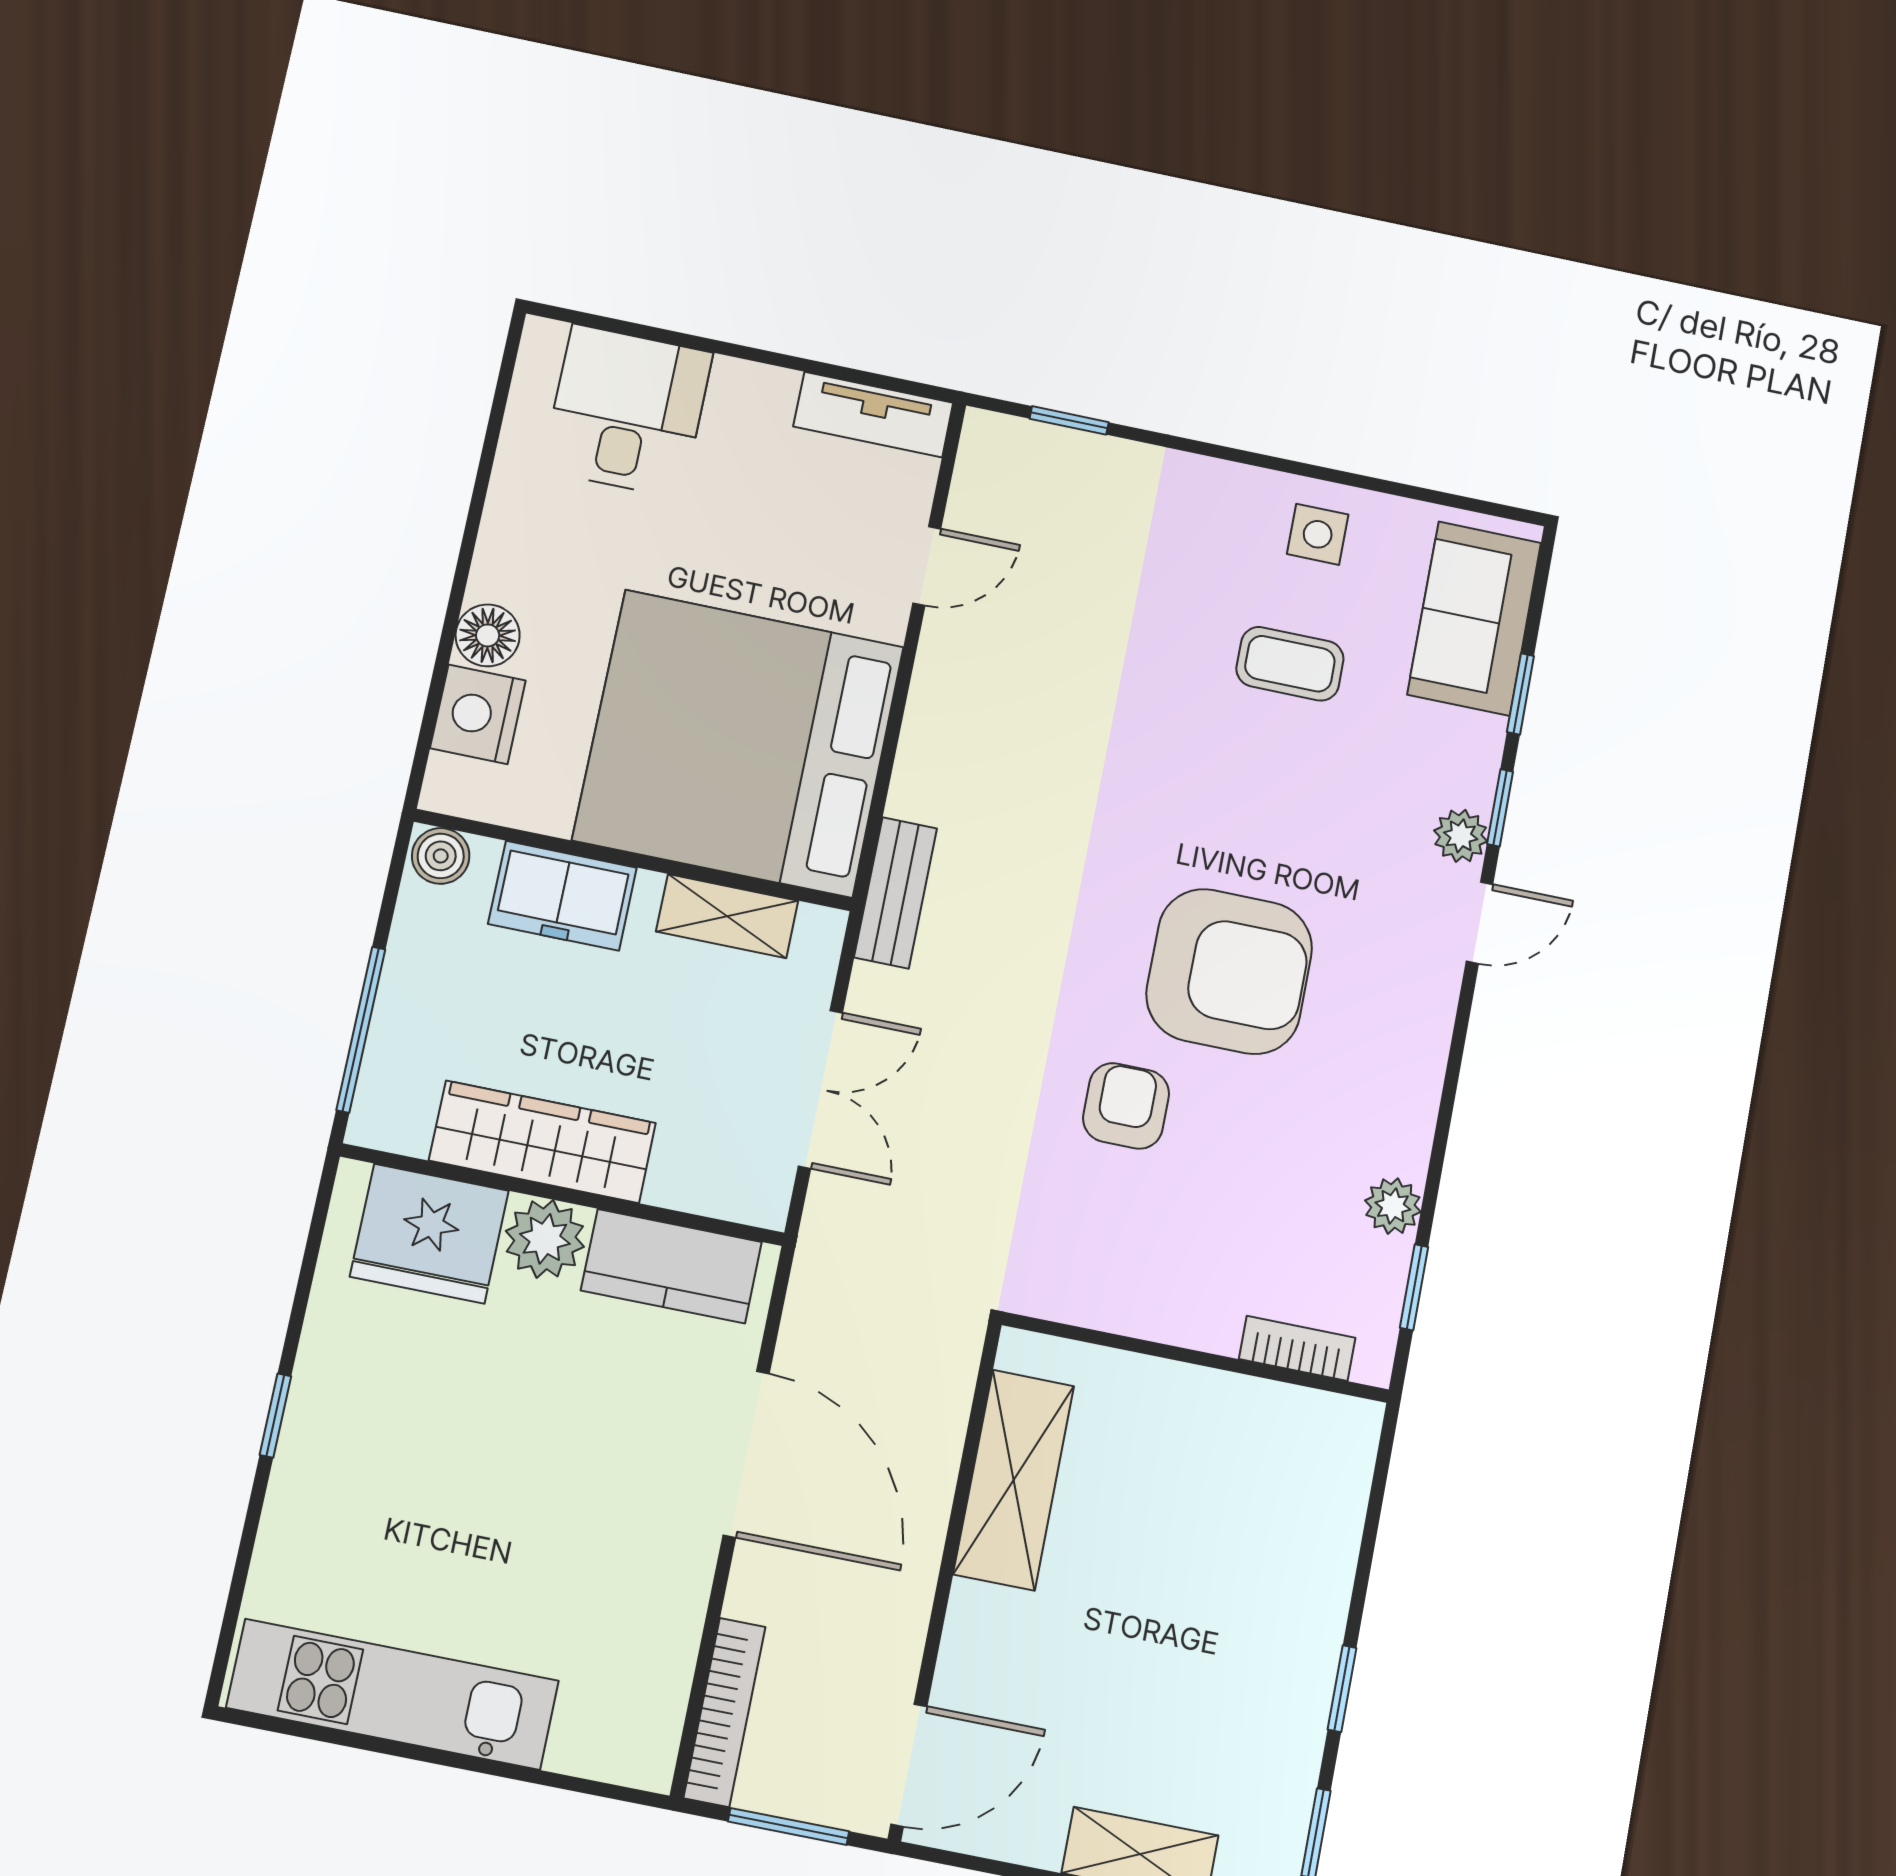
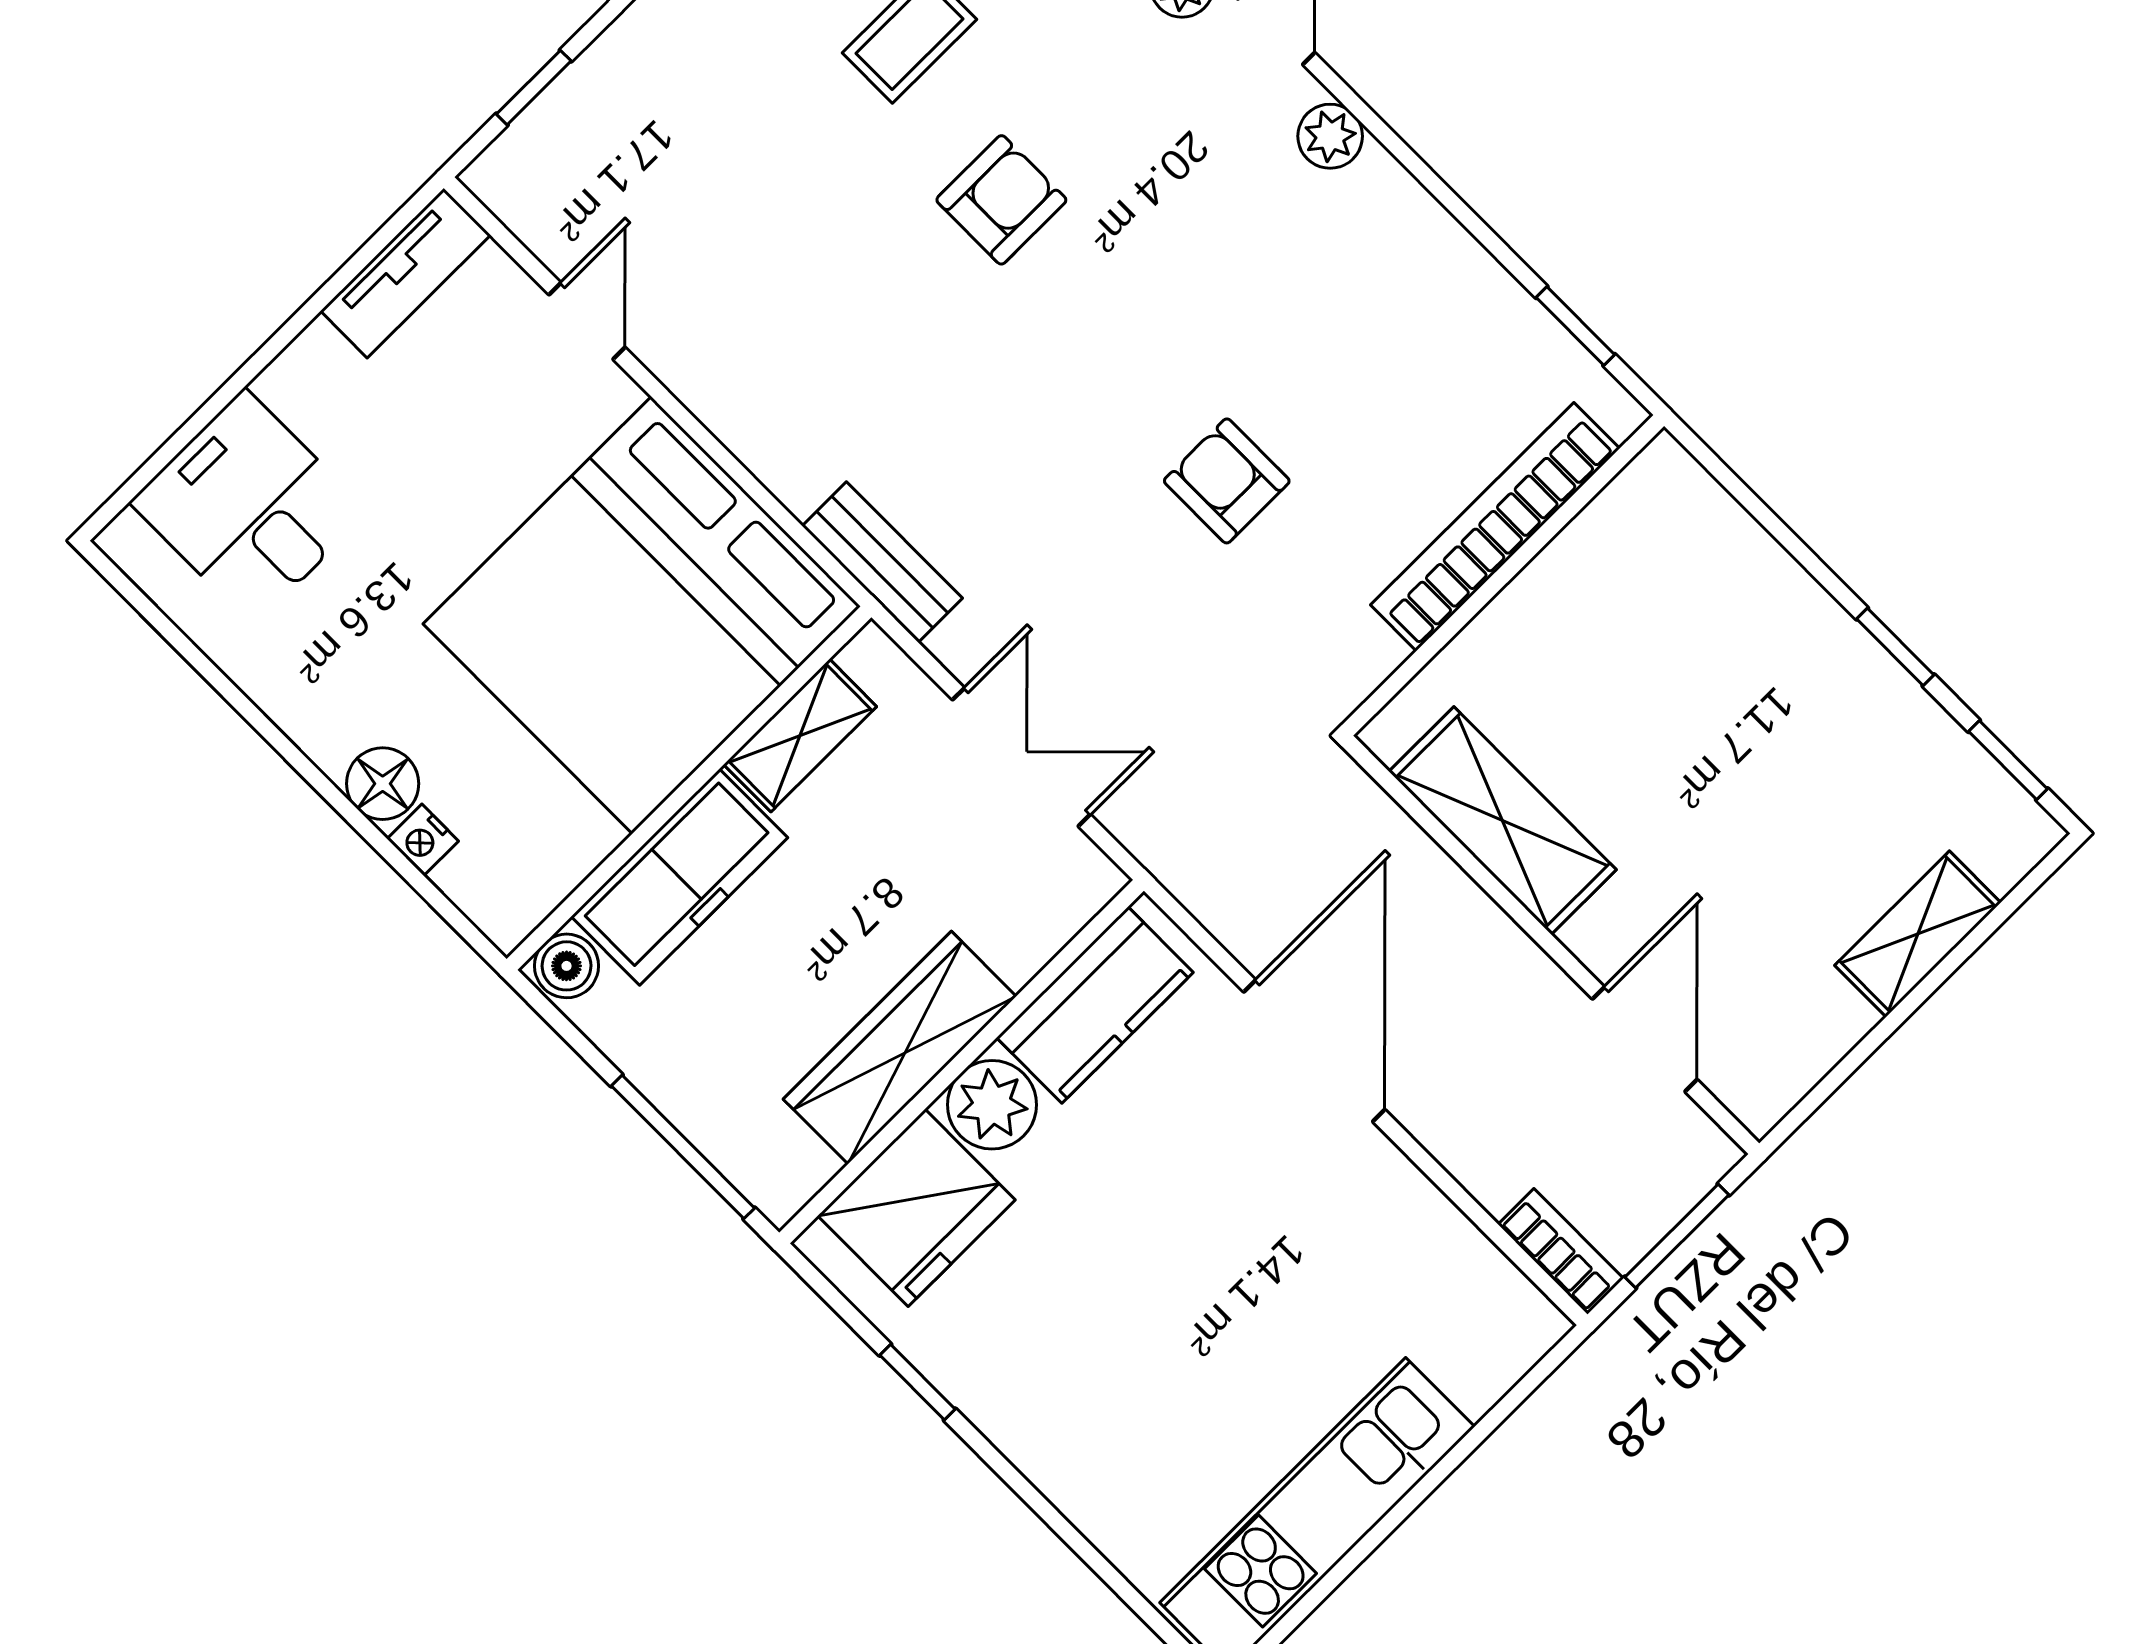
nightstand: (478, 714) -> (423, 840), width x0.53, depth x0.56
freezer: (562, 896) -> (679, 877), width x1.40
armchair: (1229, 971) -> (1001, 200), moved, width x0.53, depth x0.53
plant: (1393, 1206) -> (1330, 136), moved
bookcase: (1297, 1348) -> (1495, 527), width x2.31, depth x1.31
window: (275, 1416) -> (917, 1382), moved
door: (746, 1454) -> (1314, 1051), hinge flipped
bookcase: (725, 1712) -> (1561, 1251), width x0.64
door: (909, 1765) -> (1645, 1039), moved

